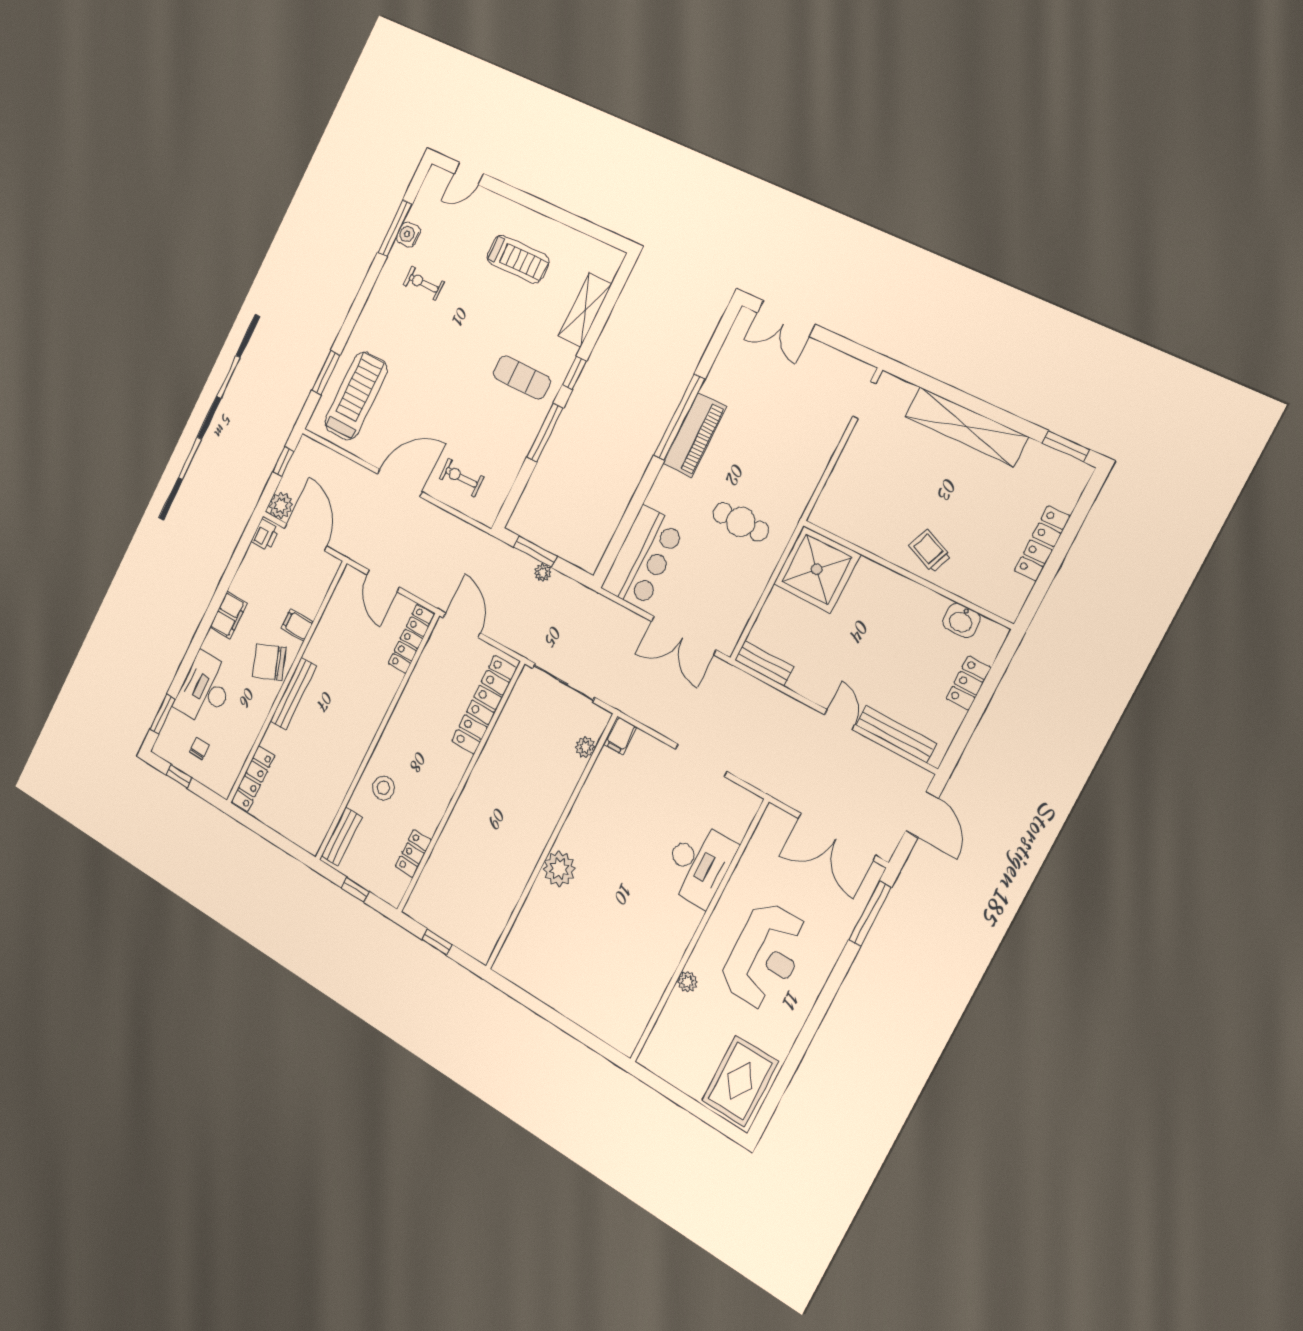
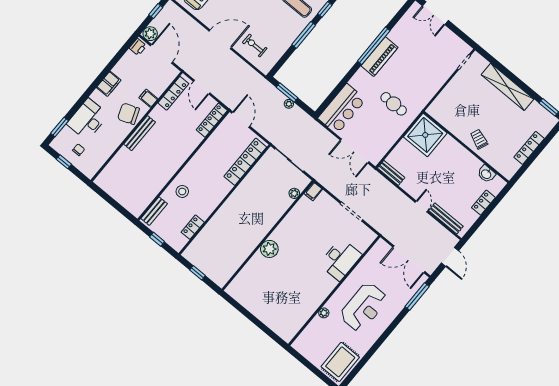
locker: (253, 779) -> (173, 93), moved

